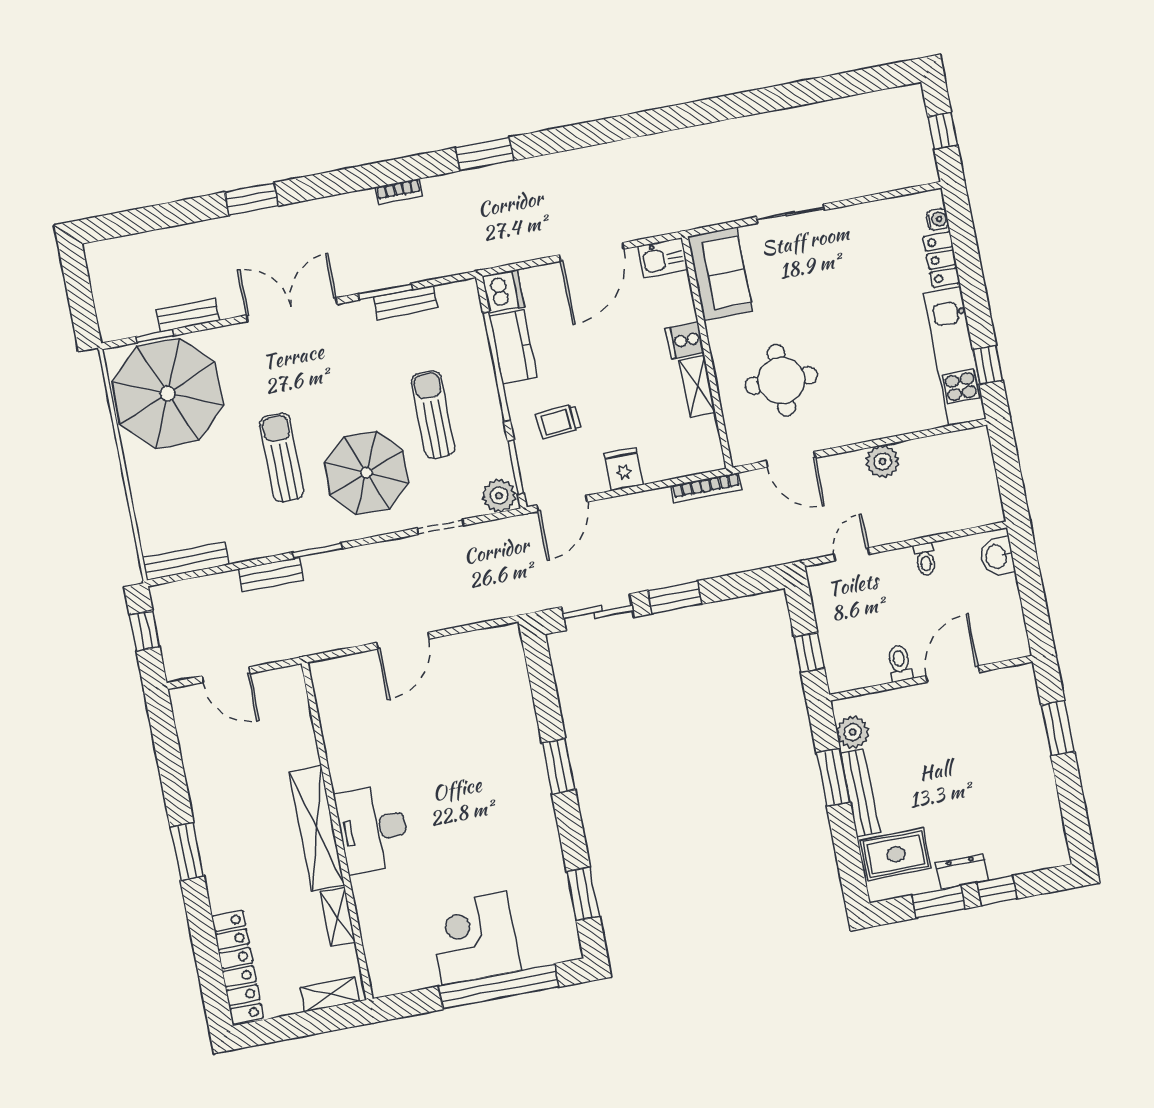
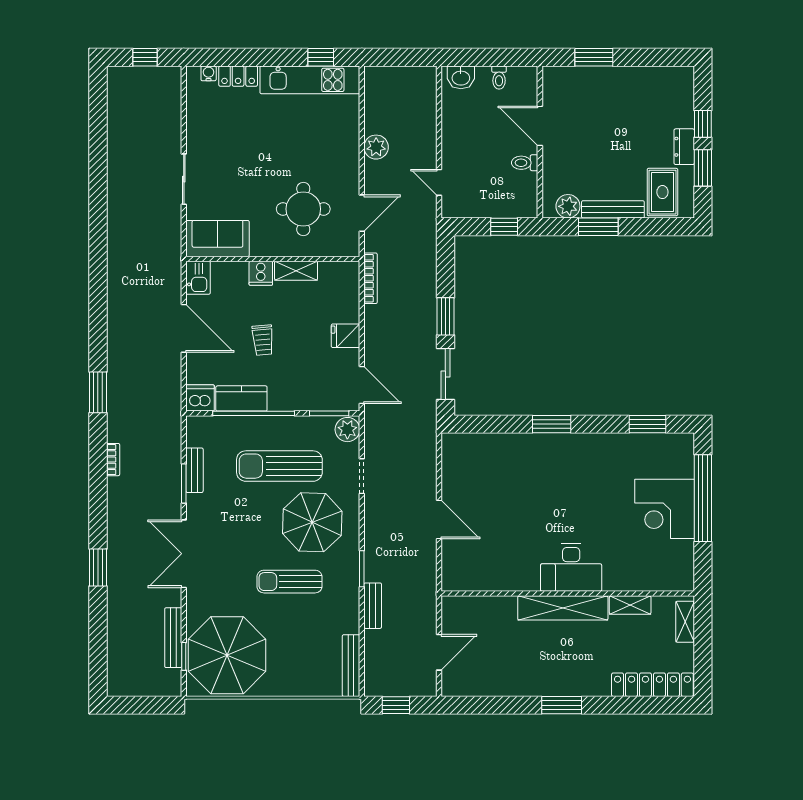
bench: (188, 315) -> (173, 638), width x1.36
sun lounger: (433, 415) -> (279, 466), width x1.36, depth x1.34
trolley: (559, 422) -> (263, 340), moved
toilet: (925, 559) -> (499, 78), moved, turned 90

